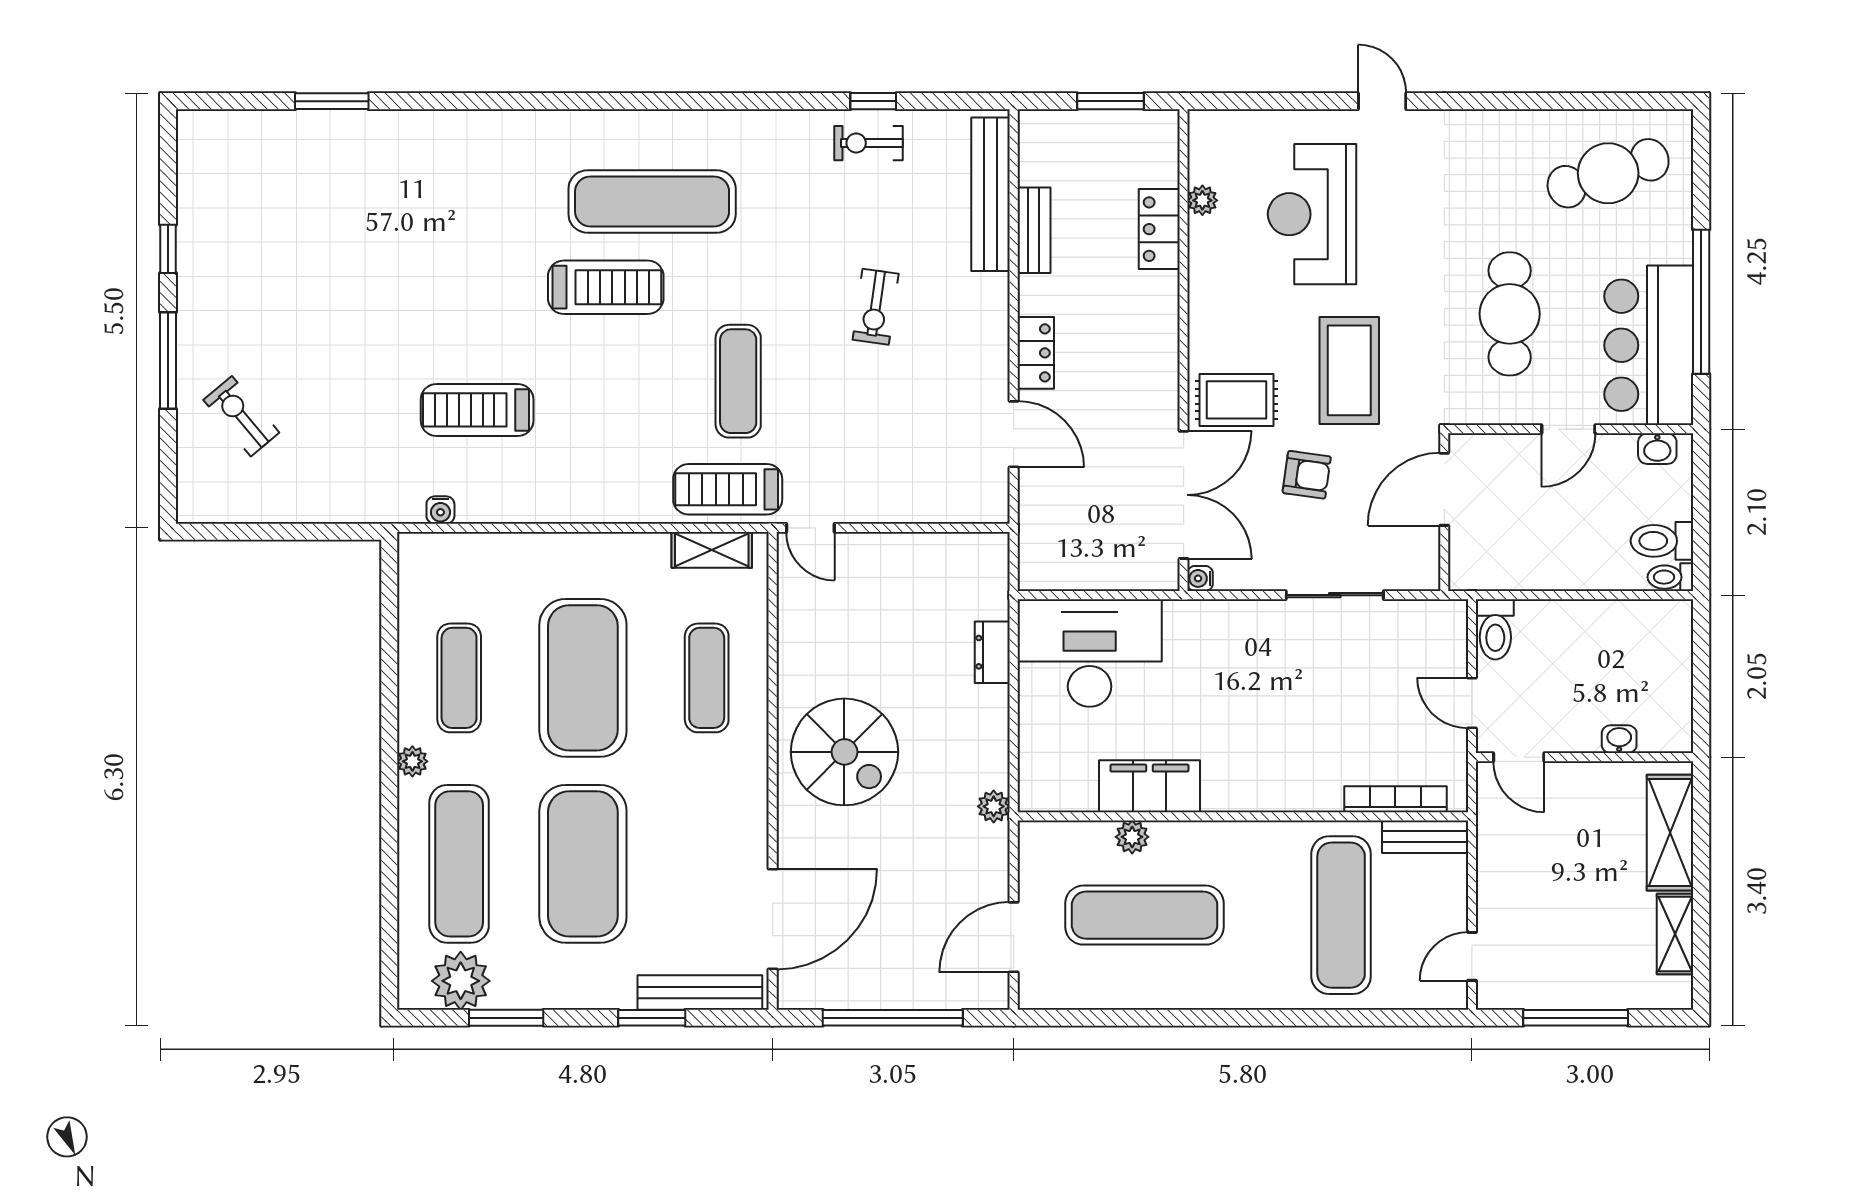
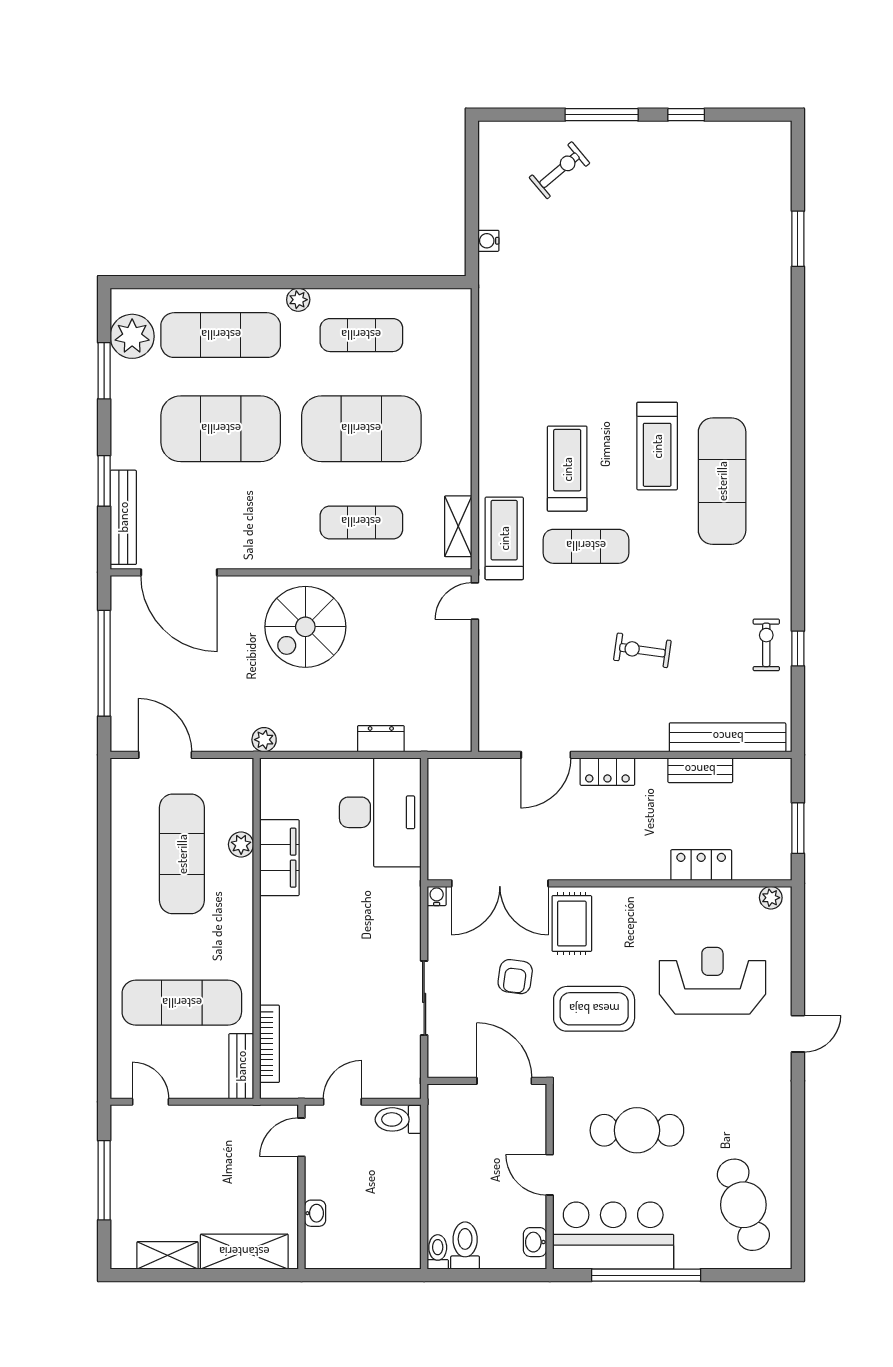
plant: (1202, 200) -> (771, 898), moved
treadmill: (477, 410) -> (567, 469), moved
water cooler: (440, 510) -> (488, 241), moved

